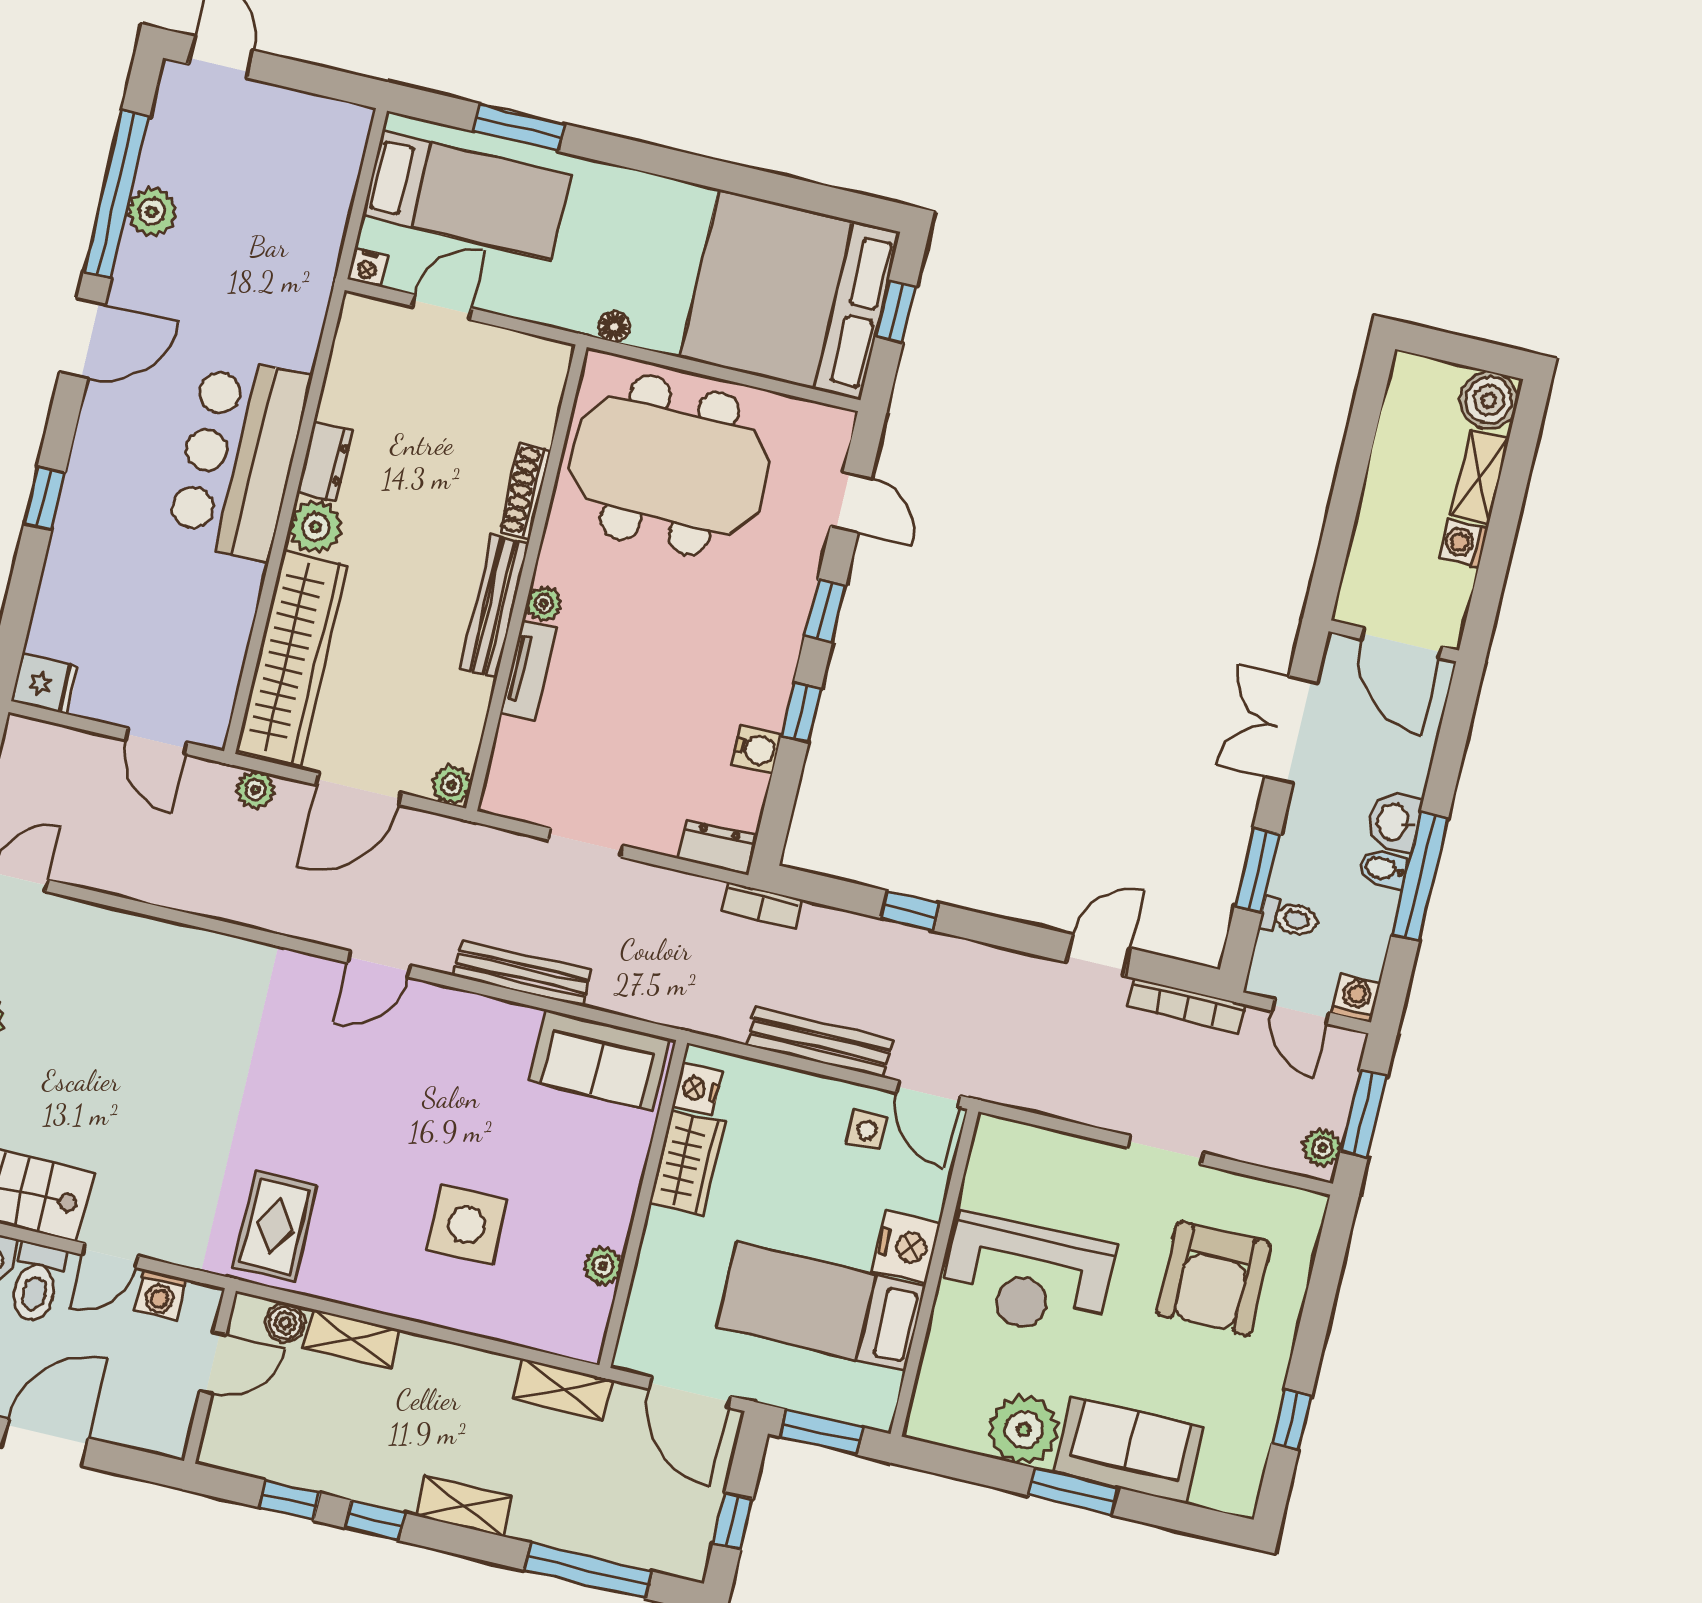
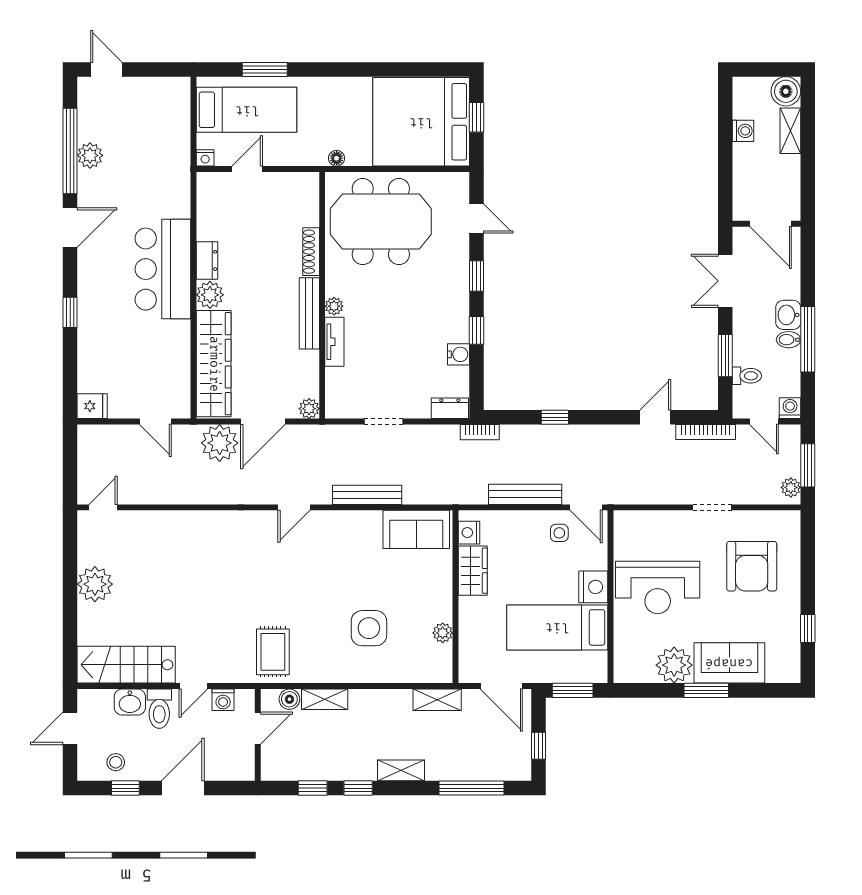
washing machine: (1463, 543) -> (743, 131), moved, turned 180
plant: (255, 790) -> (220, 443), width x1.88, depth x1.88

